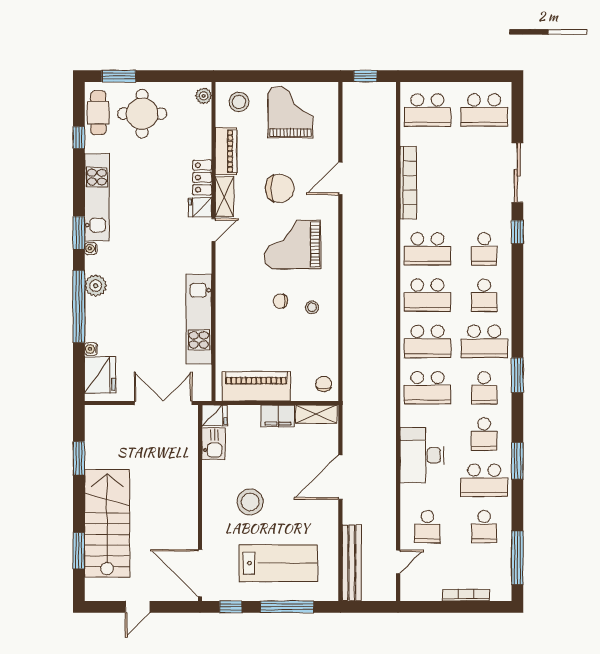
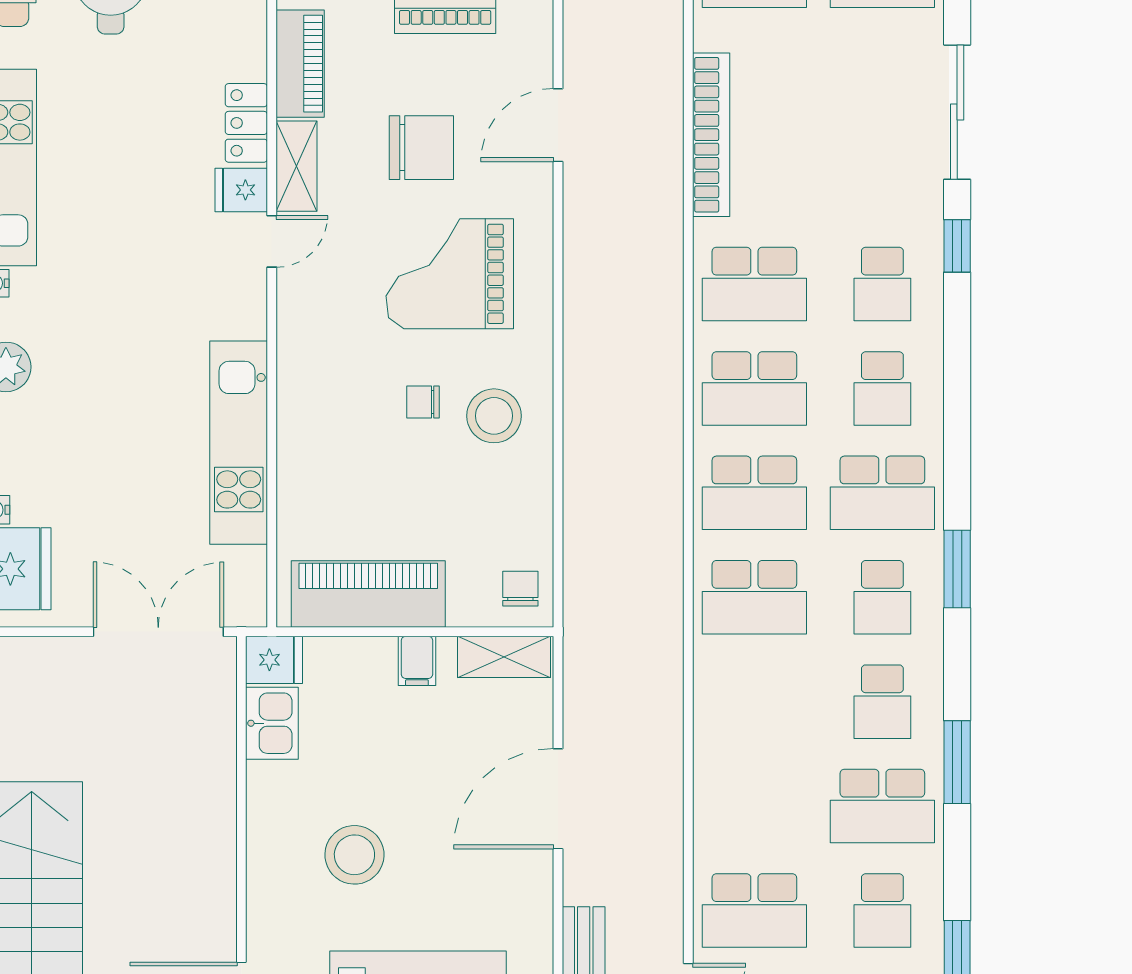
stool: (312, 307) -> (494, 416), width x1.89, depth x1.89
filing cabinet: (278, 416) -> (417, 661), width x0.50
desk: (422, 455) -> (742, 750), removed
school desk: (427, 527) -> (754, 910), width x1.85

